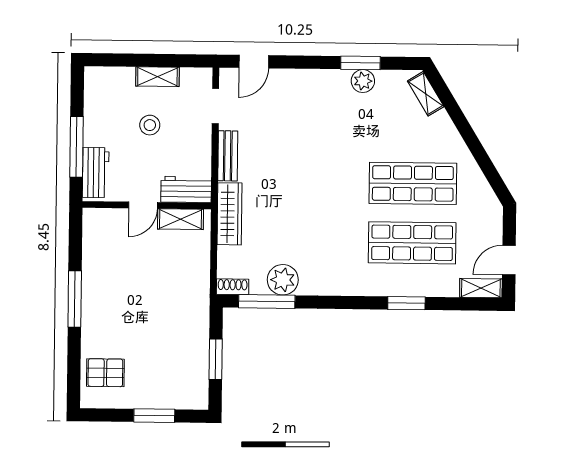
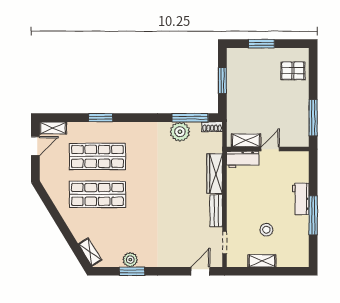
workbench: (186, 189) -> (243, 159), moved
door: (143, 205) -> (270, 149), moved
wall: (147, 205) -> (268, 149), moved
shelving: (180, 219) -> (246, 140), moved

